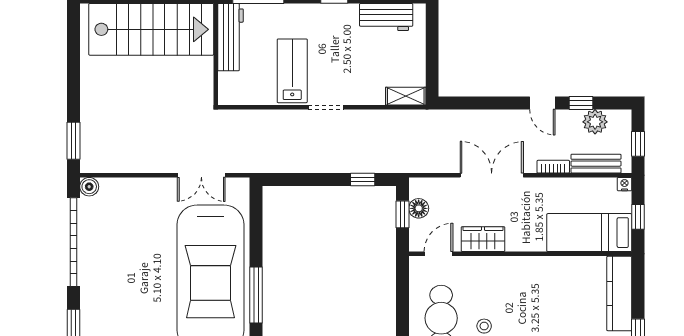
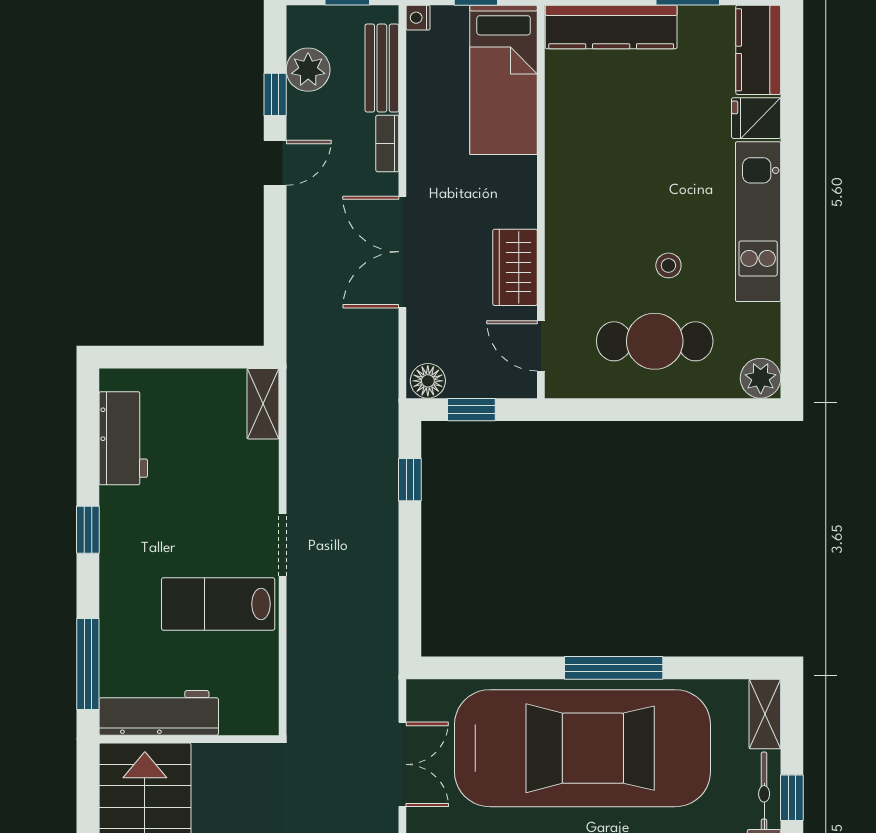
floor lamp: (419, 208) -> (428, 381), moved

